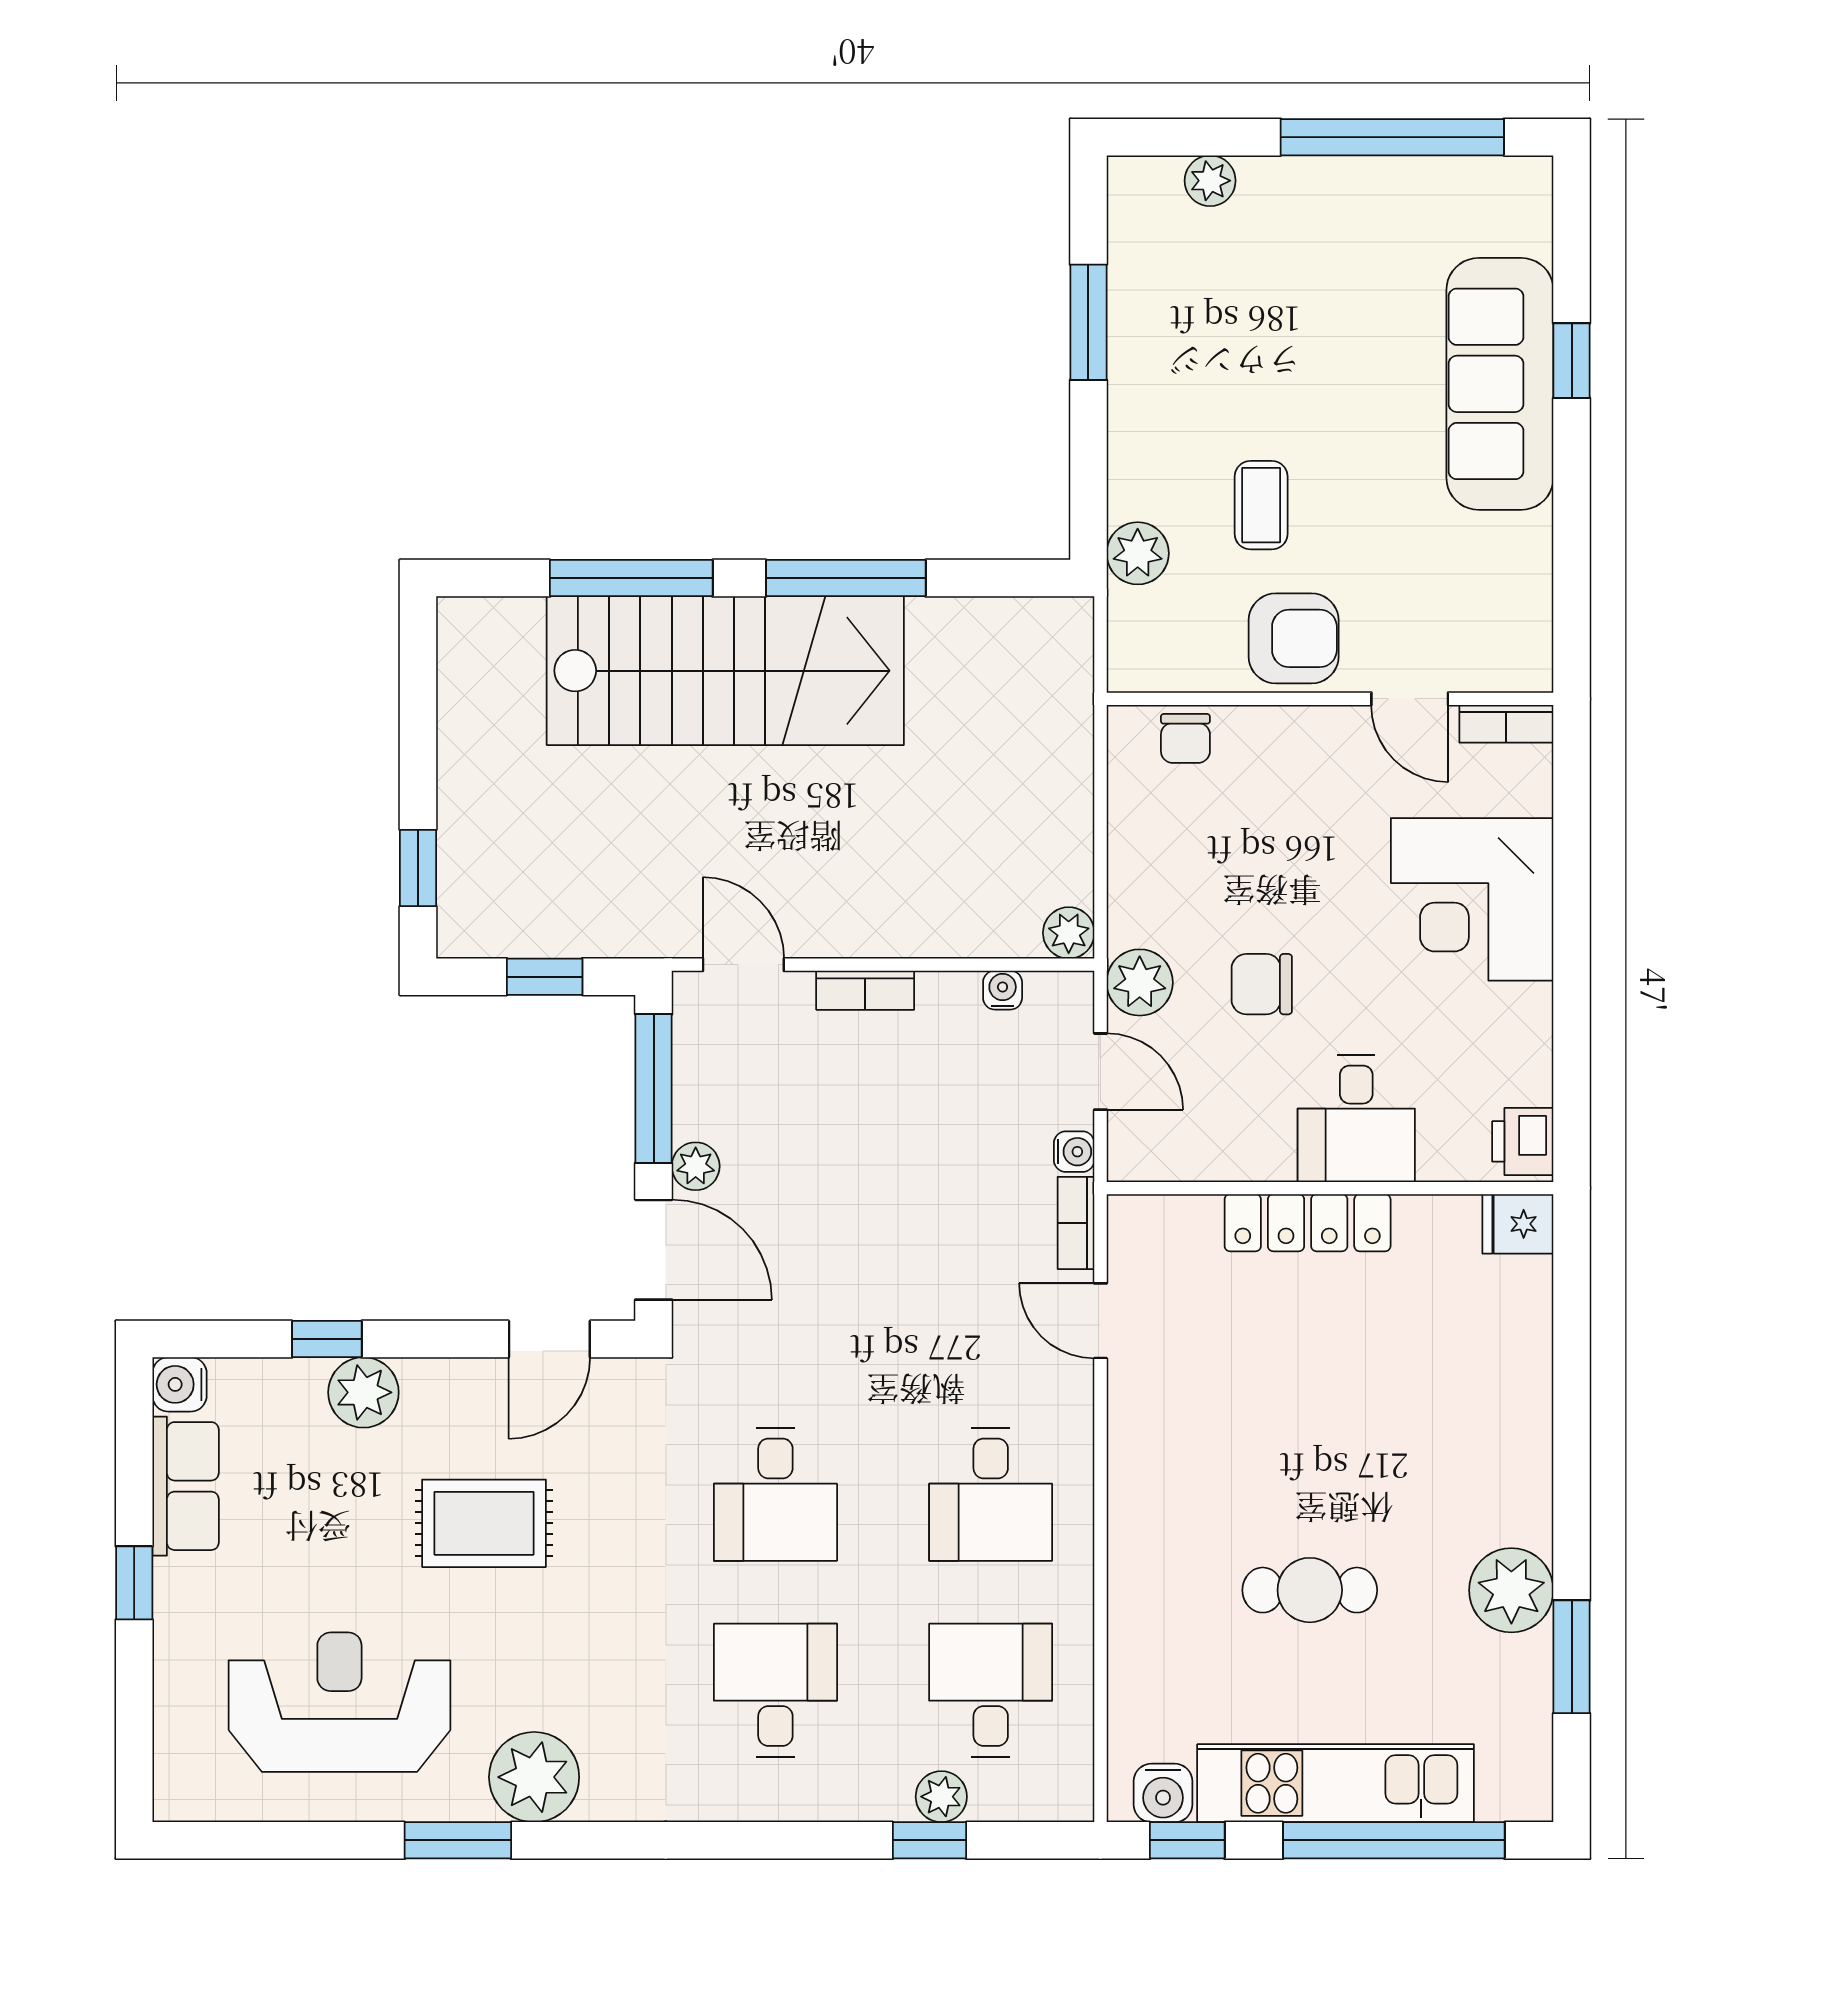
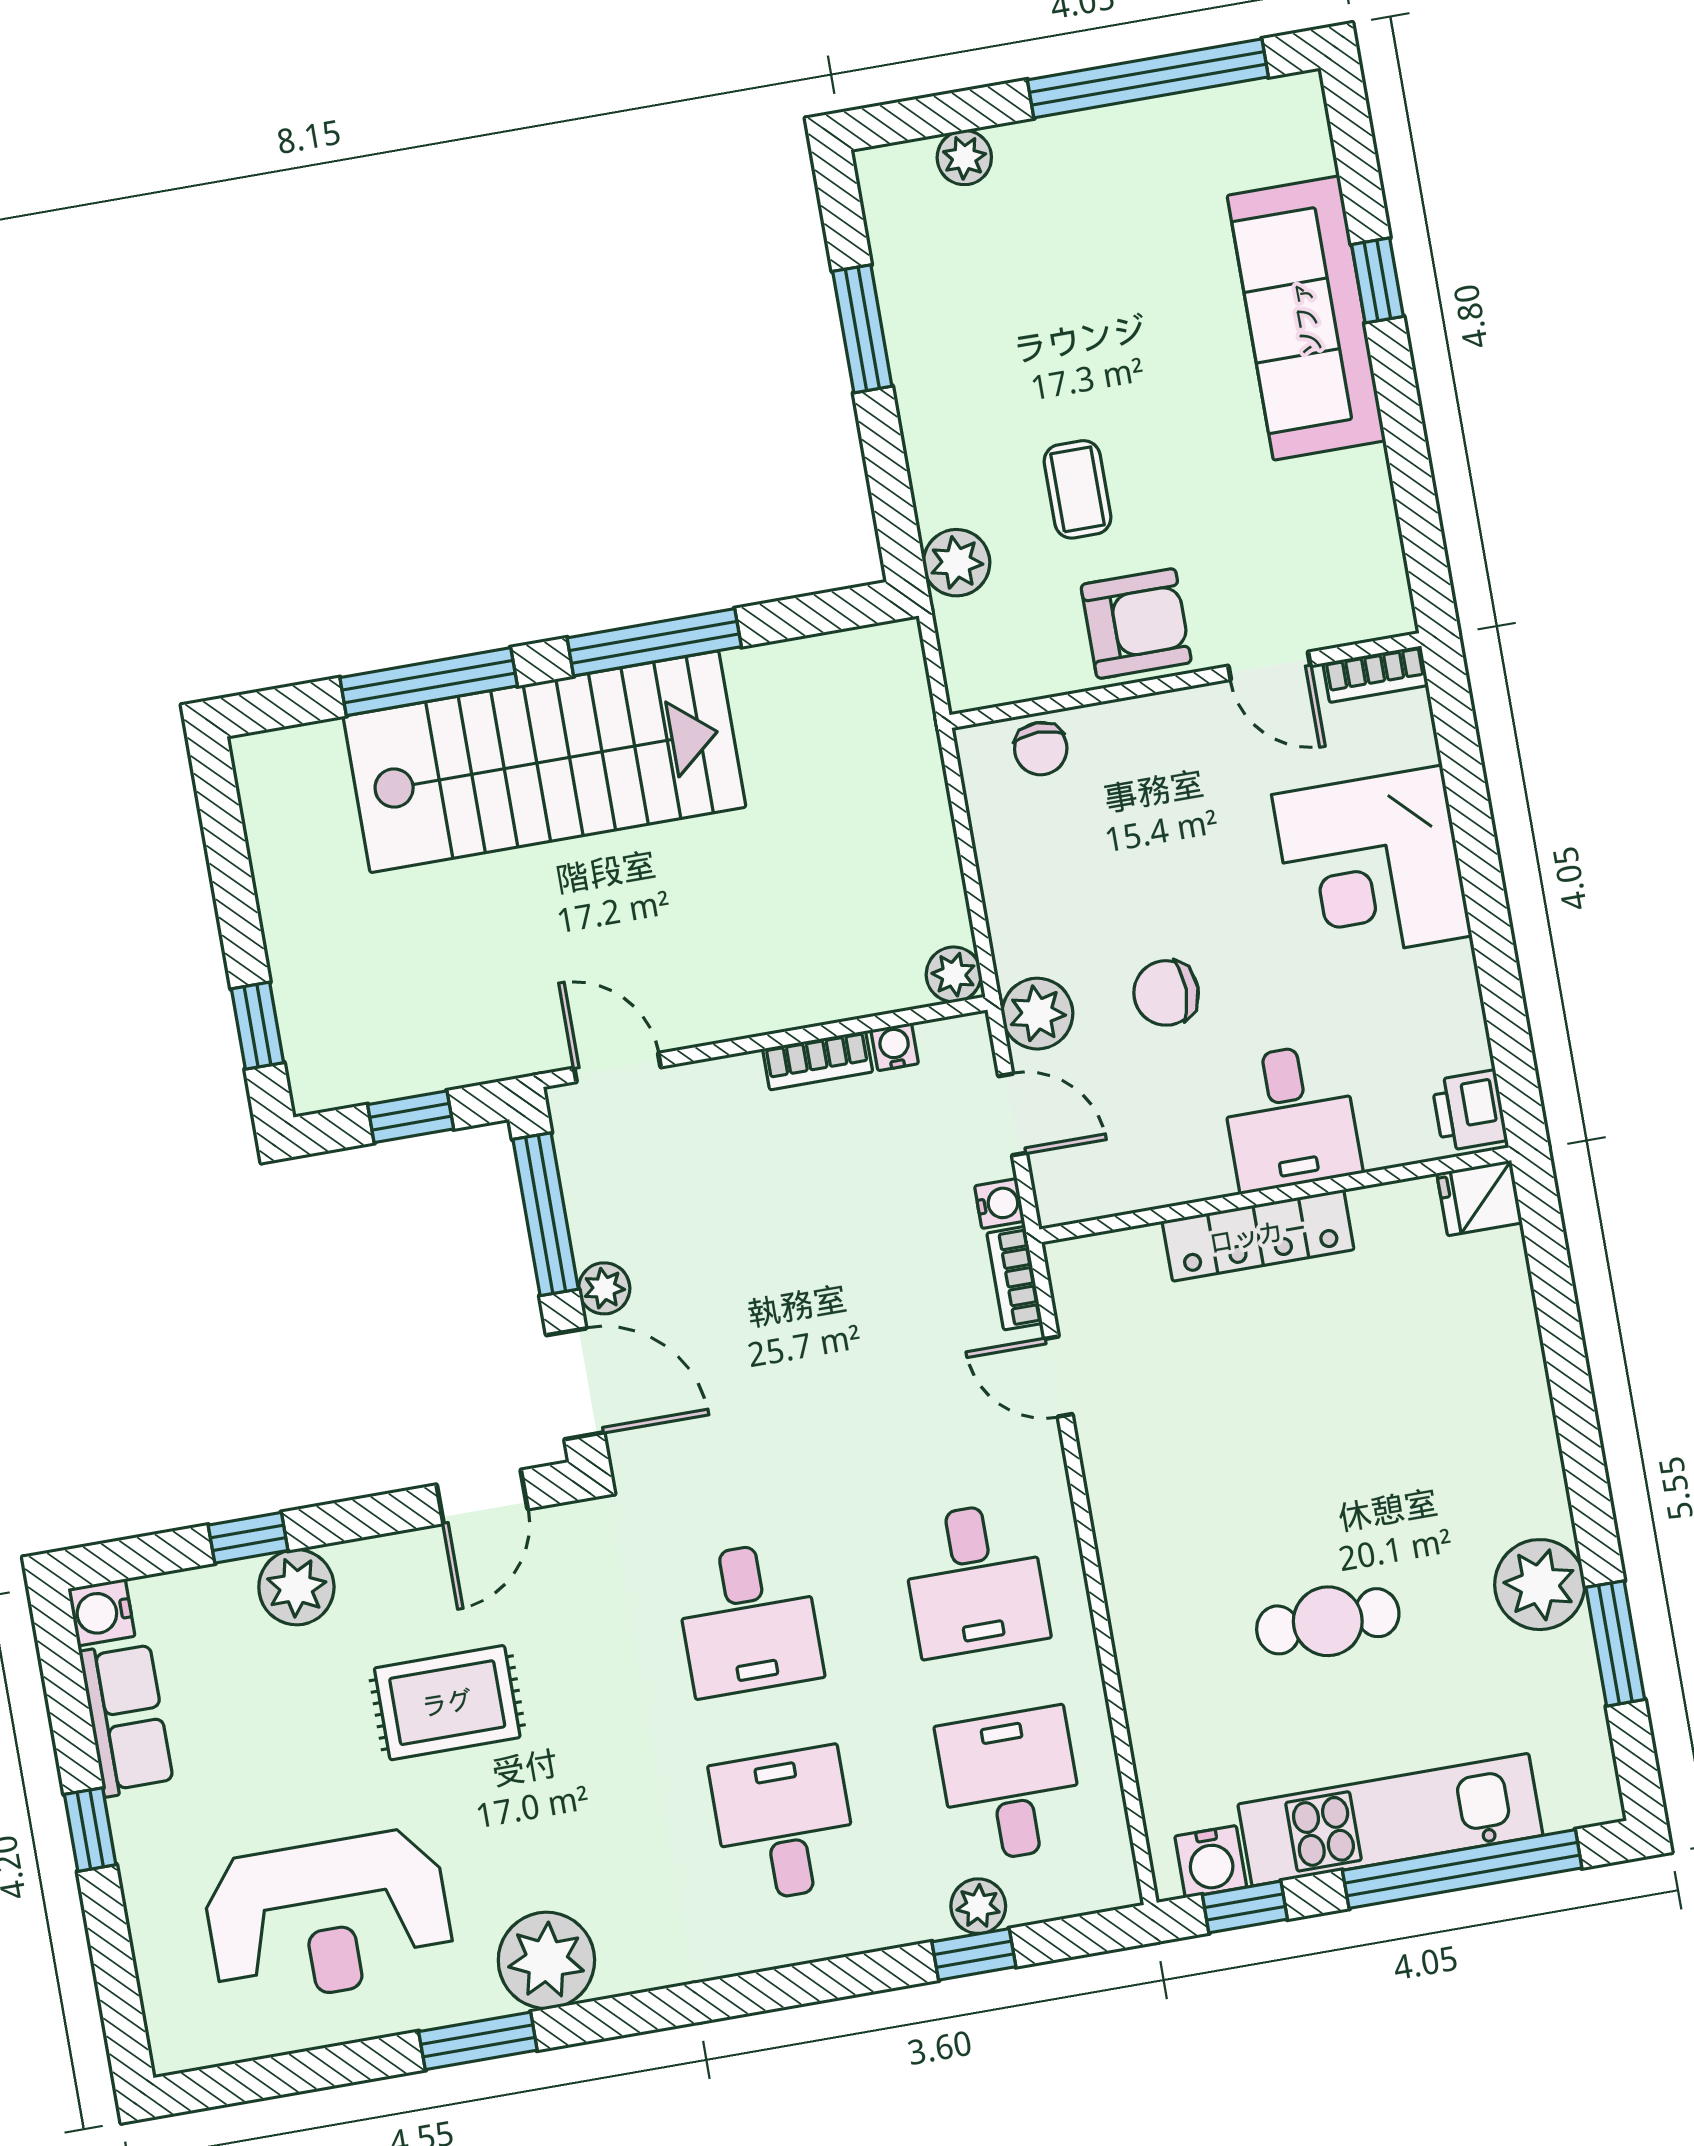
bookcase: (865, 990) -> (818, 1060), moved
reception desk: (339, 1702) -> (328, 1917), turned 180

